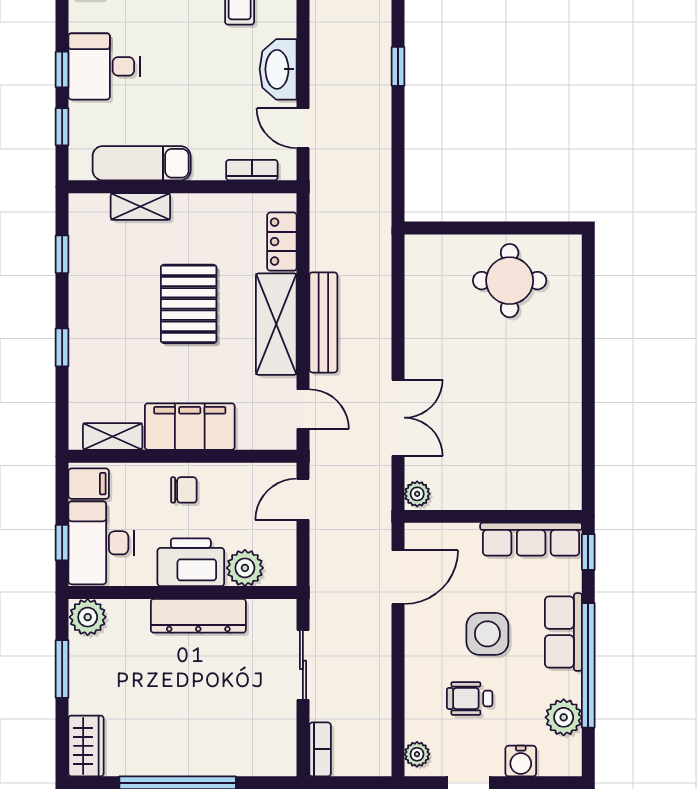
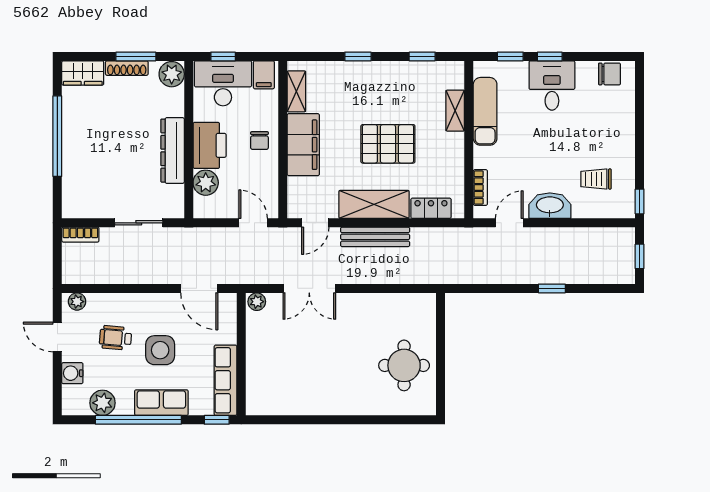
shoe rack: (79, 682) -> (127, 68), added
wheelchair: (470, 698) -> (116, 338), turned -85

